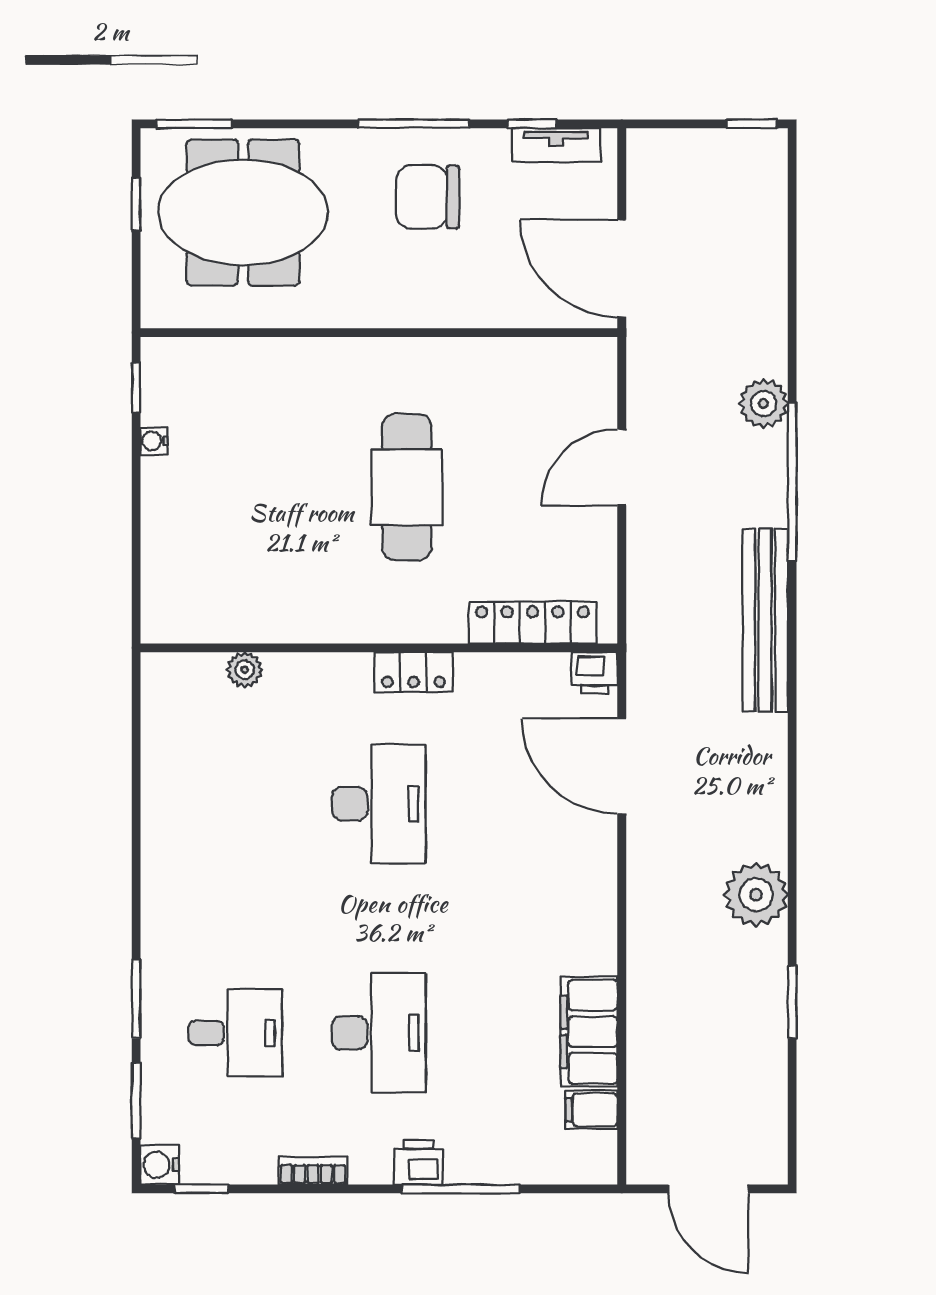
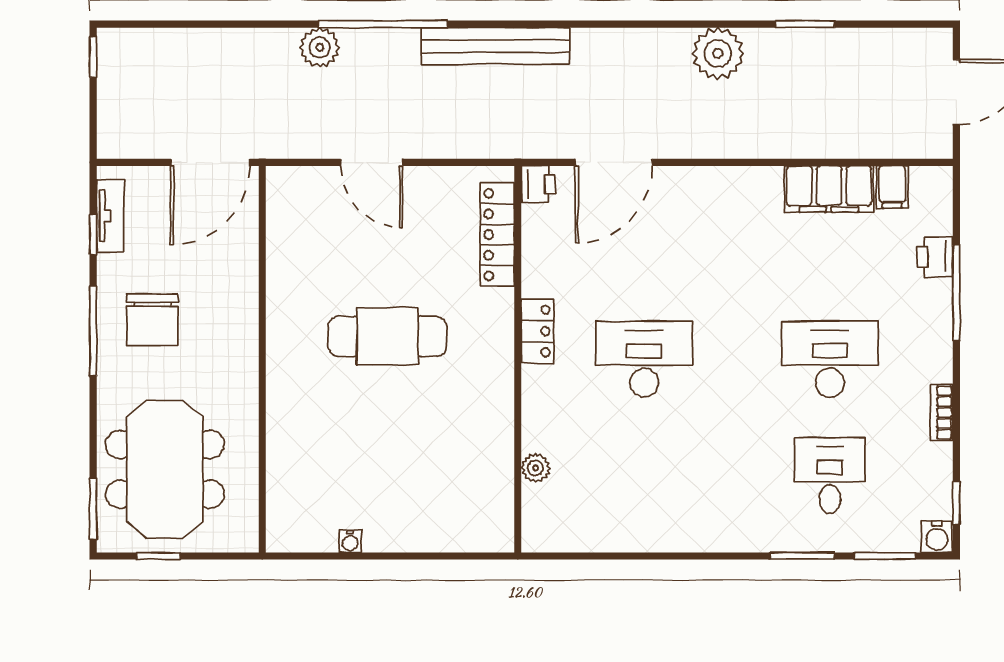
window: (136, 387) -> (307, 556), removed
printer: (418, 1162) -> (935, 257), moved

